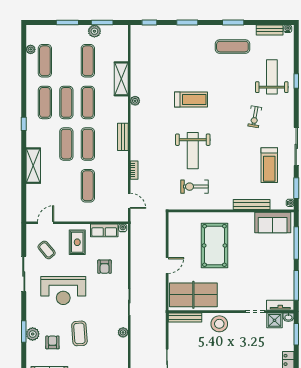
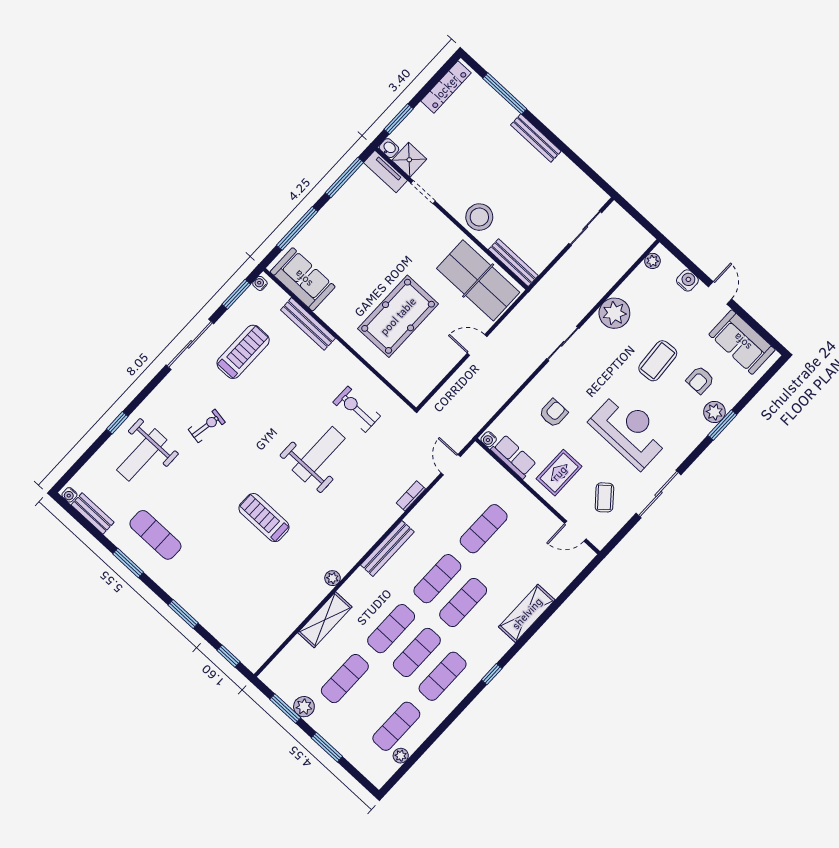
bench: (123, 137) -> (387, 548), width x1.36
exercise bike: (194, 187) -> (357, 409), turned 180
plant: (123, 332) -> (614, 313), width x1.88, depth x1.88

